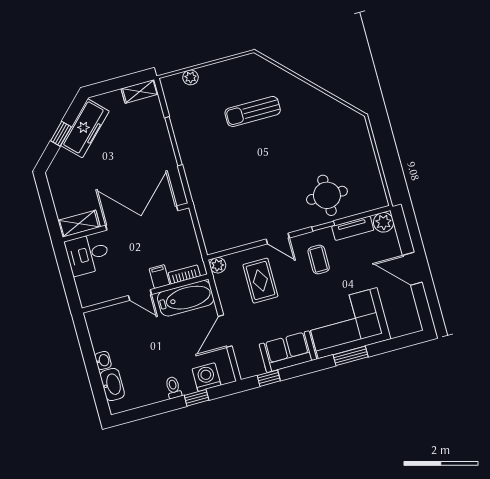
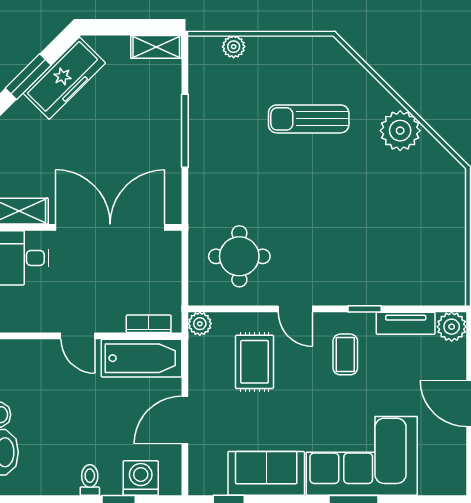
plant: (315, 103) -> (400, 131), added
window: (61, 134) -> (28, 77), width x1.50
round table: (327, 195) -> (239, 256), moved
filing cabinet: (159, 277) -> (113, 317), removed

